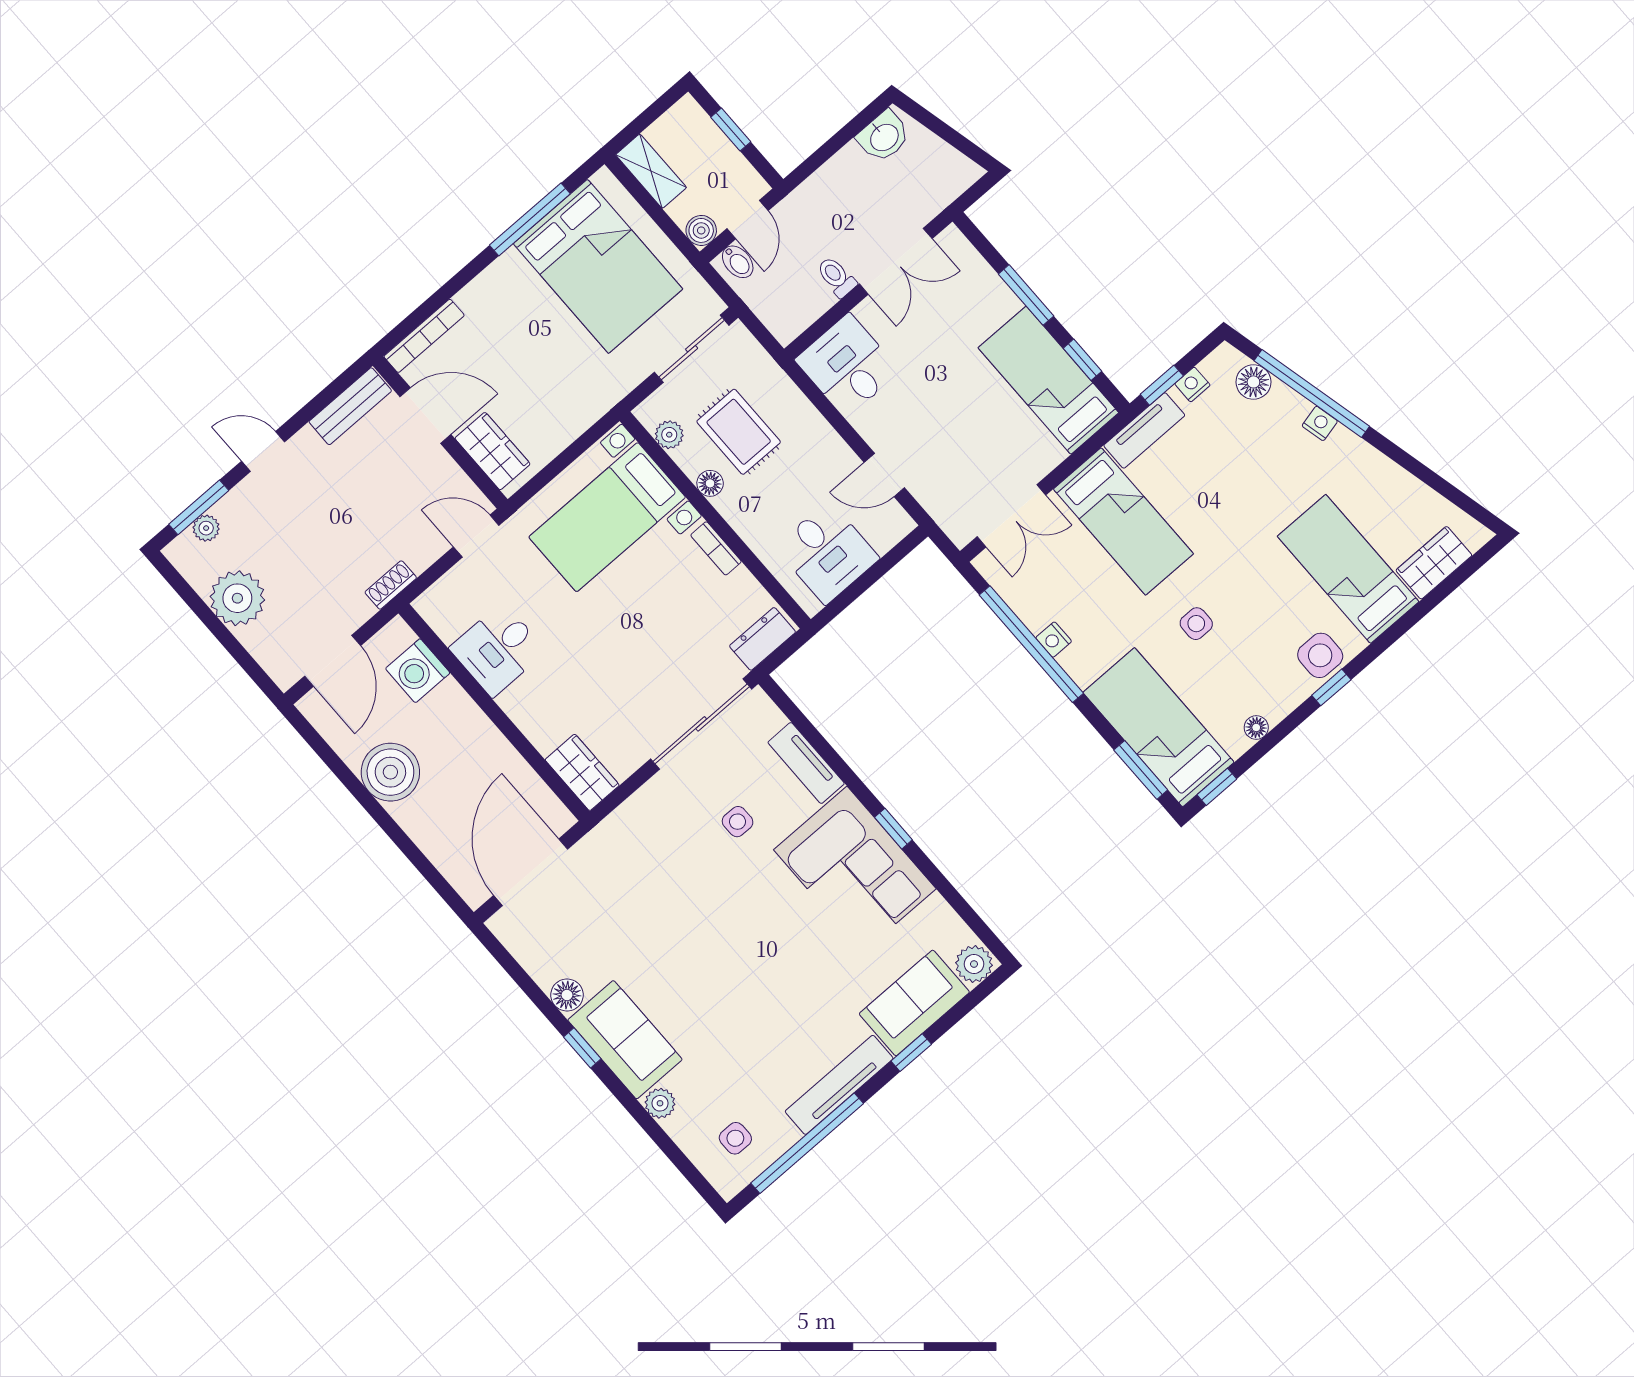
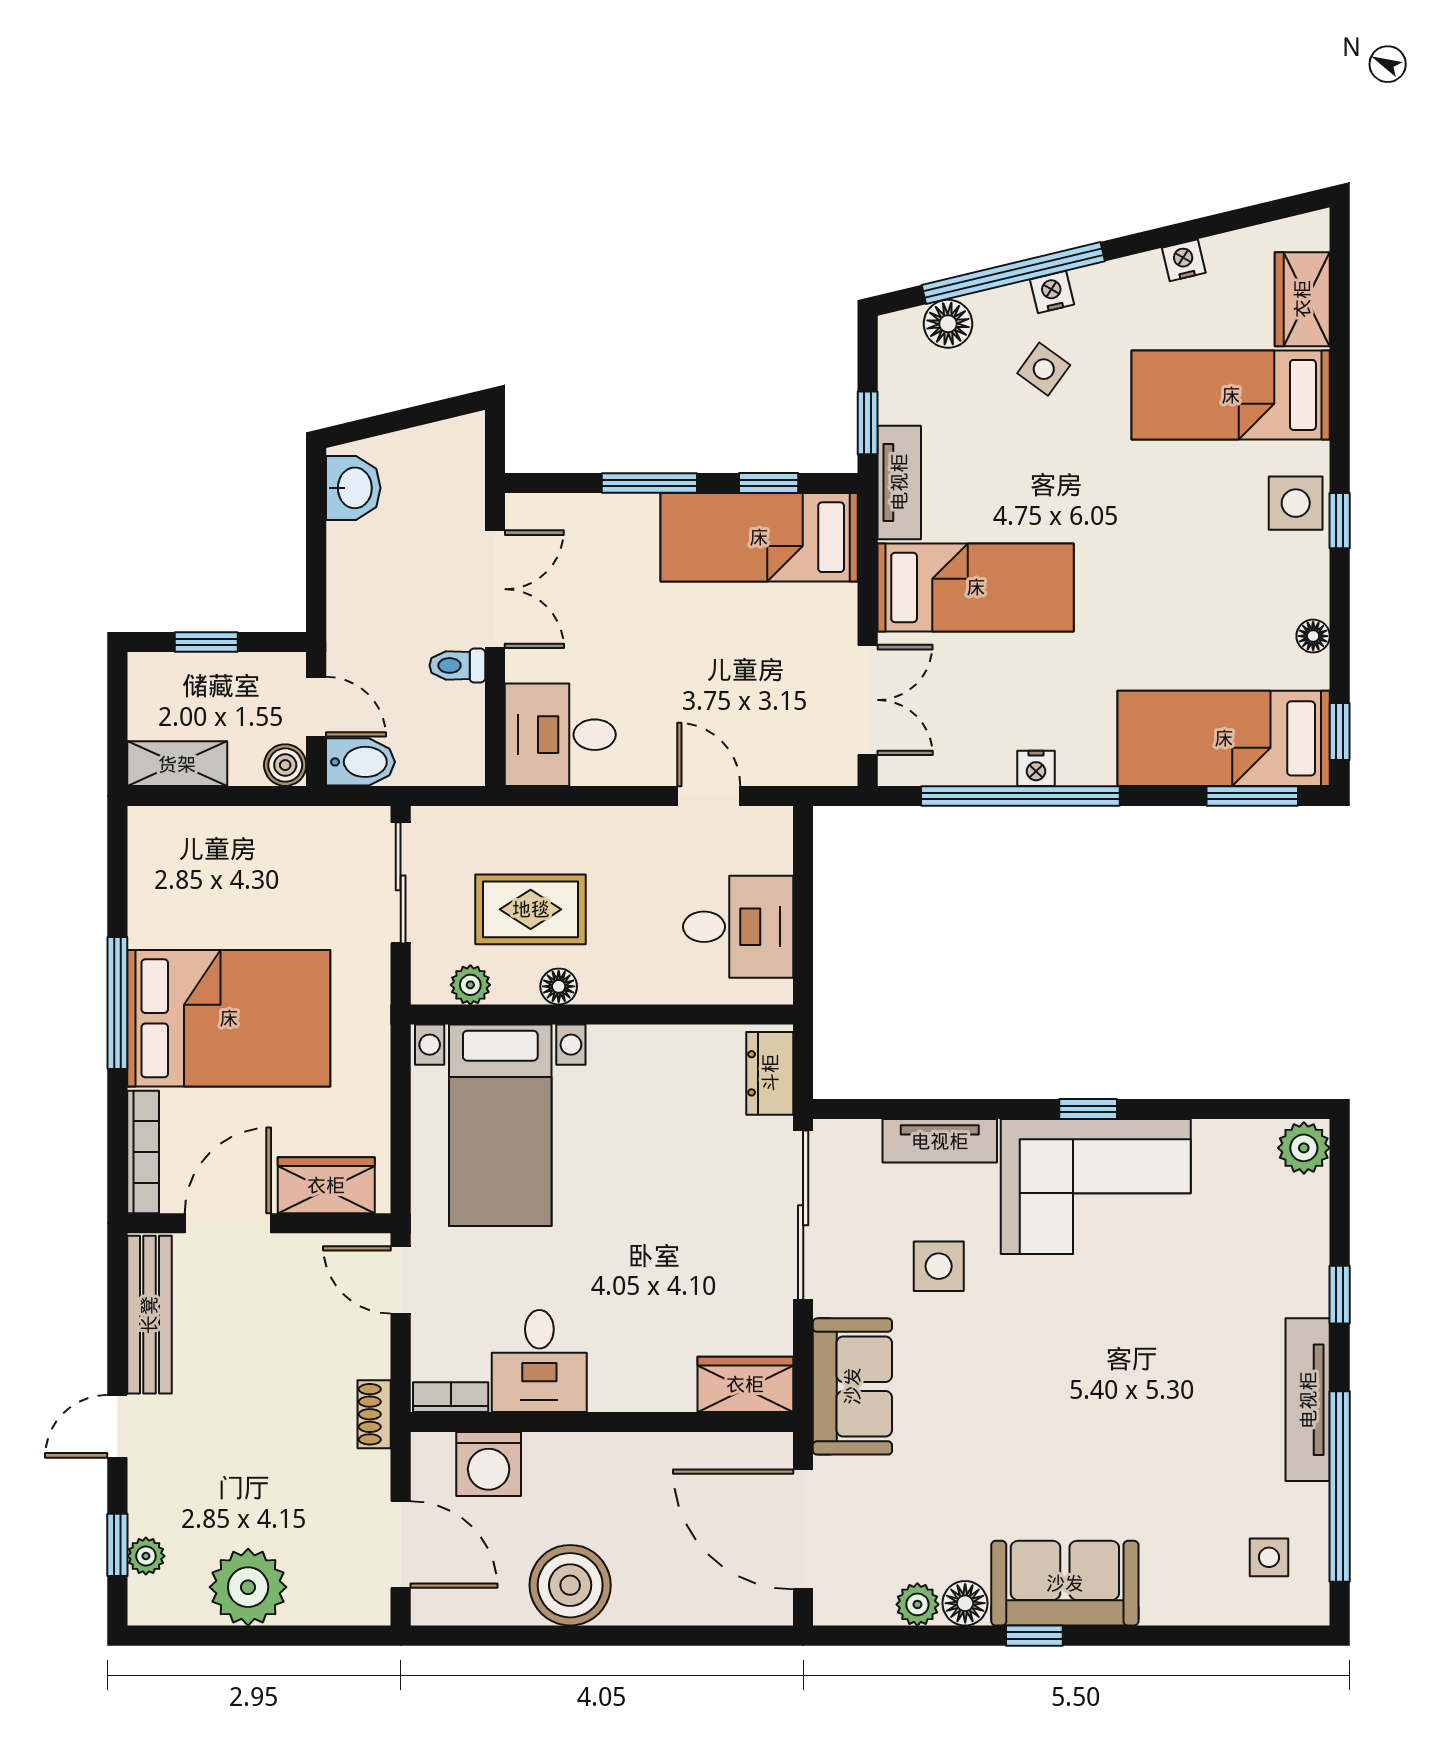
window: (530, 219) -> (117, 1003), moved
bidet: (738, 262) -> (360, 762), width x1.38, depth x1.36
bed: (598, 266) -> (229, 1018), moved
nightstand: (1192, 384) -> (1184, 260), moved, turned 77
bench: (350, 406) -> (149, 1315), width x1.36
door: (884, 475) -> (709, 796), swing flipped
window: (199, 507) -> (117, 1545), width x0.67
door: (476, 536) -> (401, 1280), hinge flipped
bookcase: (716, 548) -> (451, 1397), moved, turned 180
side table: (1196, 624) -> (1044, 369), moved, turned 36
side table: (738, 822) -> (939, 1266), width x1.37, depth x1.37
sofa: (914, 1003) -> (852, 1386), moved, turned 180
plant: (660, 1103) -> (917, 1604), moved

